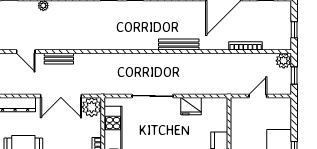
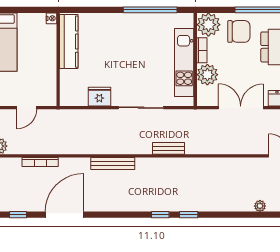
bench: (59, 59) -> (168, 148), moved
plant: (92, 107) -> (207, 75), moved

